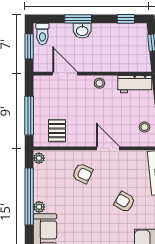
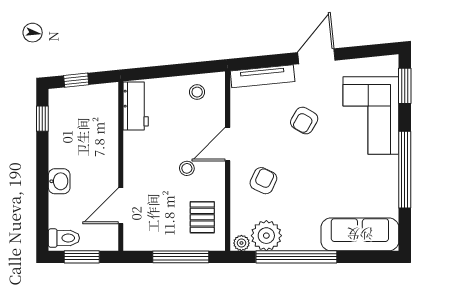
window: (78, 19) -> (42, 187), removed
stool: (99, 83) -> (187, 168), moved
pallet: (57, 131) -> (202, 217), turned 90
plant: (39, 207) -> (266, 236), moved, width x1.88, depth x1.88

